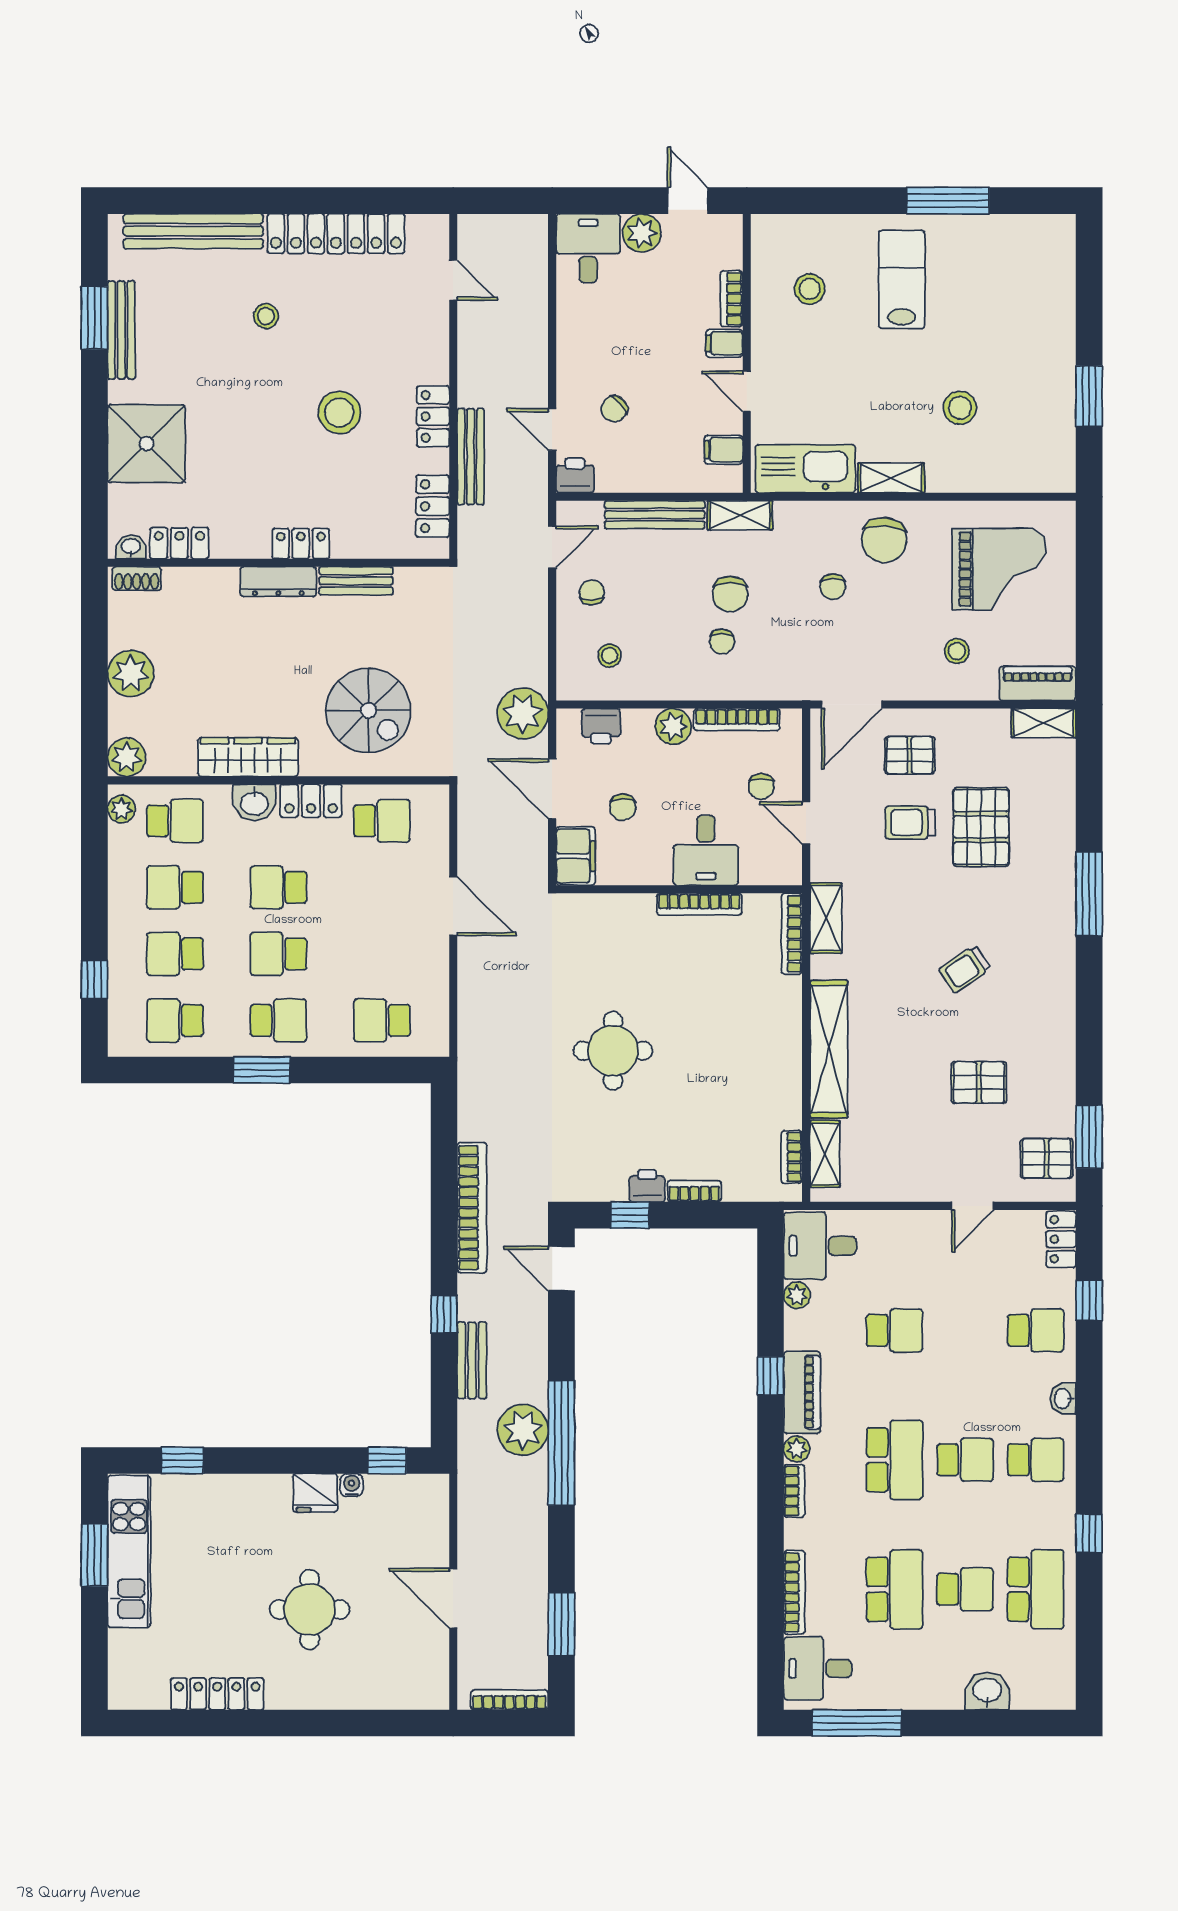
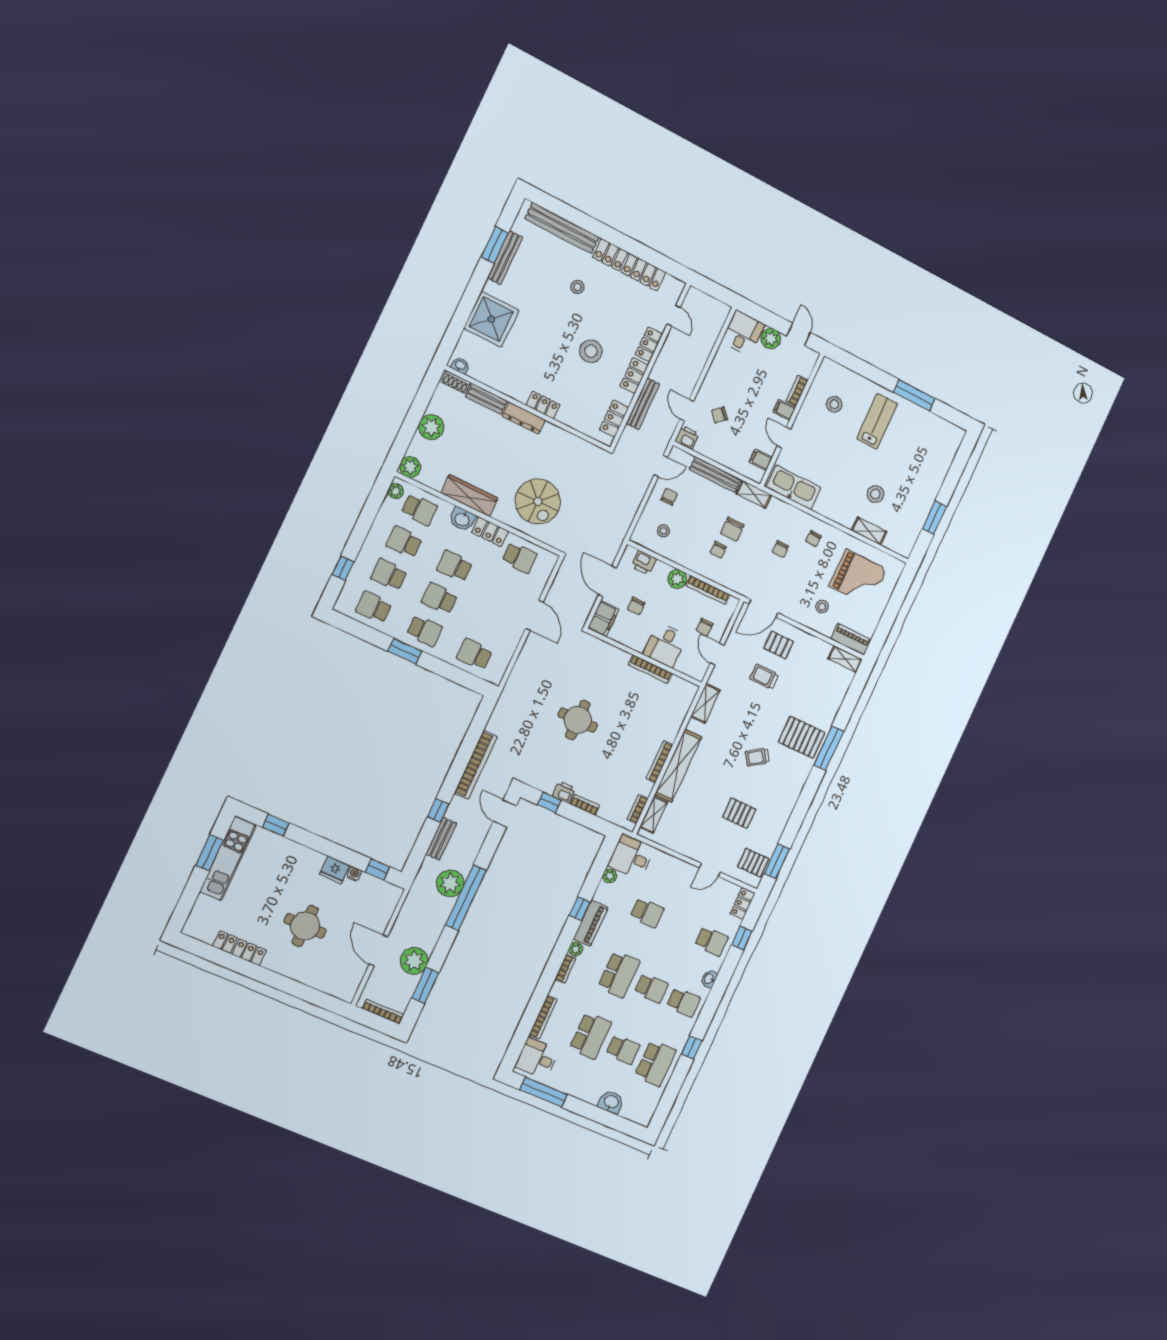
shelving: (891, 478) -> (869, 531), moved
chair: (884, 540) -> (813, 539), width x0.54, depth x0.54
locker: (179, 543) -> (649, 344), moved, turned -90
bench: (356, 581) -> (486, 399), moved
plant: (523, 713) -> (414, 961), moved
pallet: (981, 827) -> (802, 737), moved, turned 90
bookcase: (792, 934) -> (659, 762), moved

